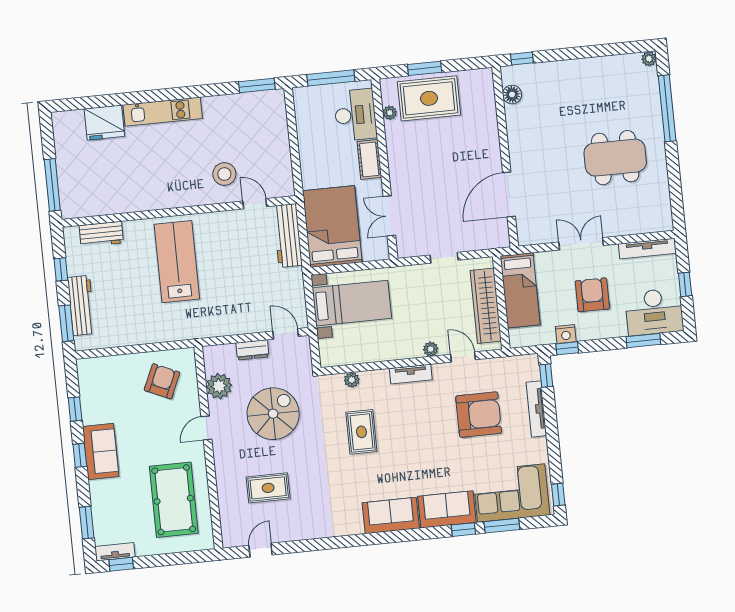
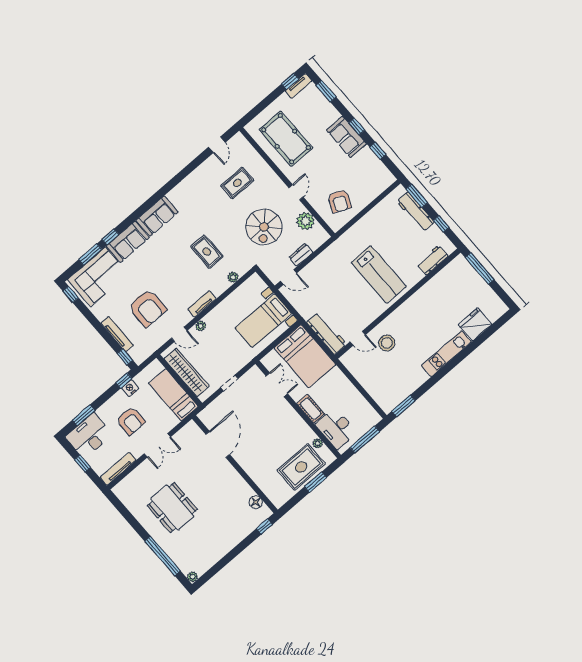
dining table: (615, 158) -> (172, 507), turned 90
armchair: (479, 415) -> (147, 308), turned -90

